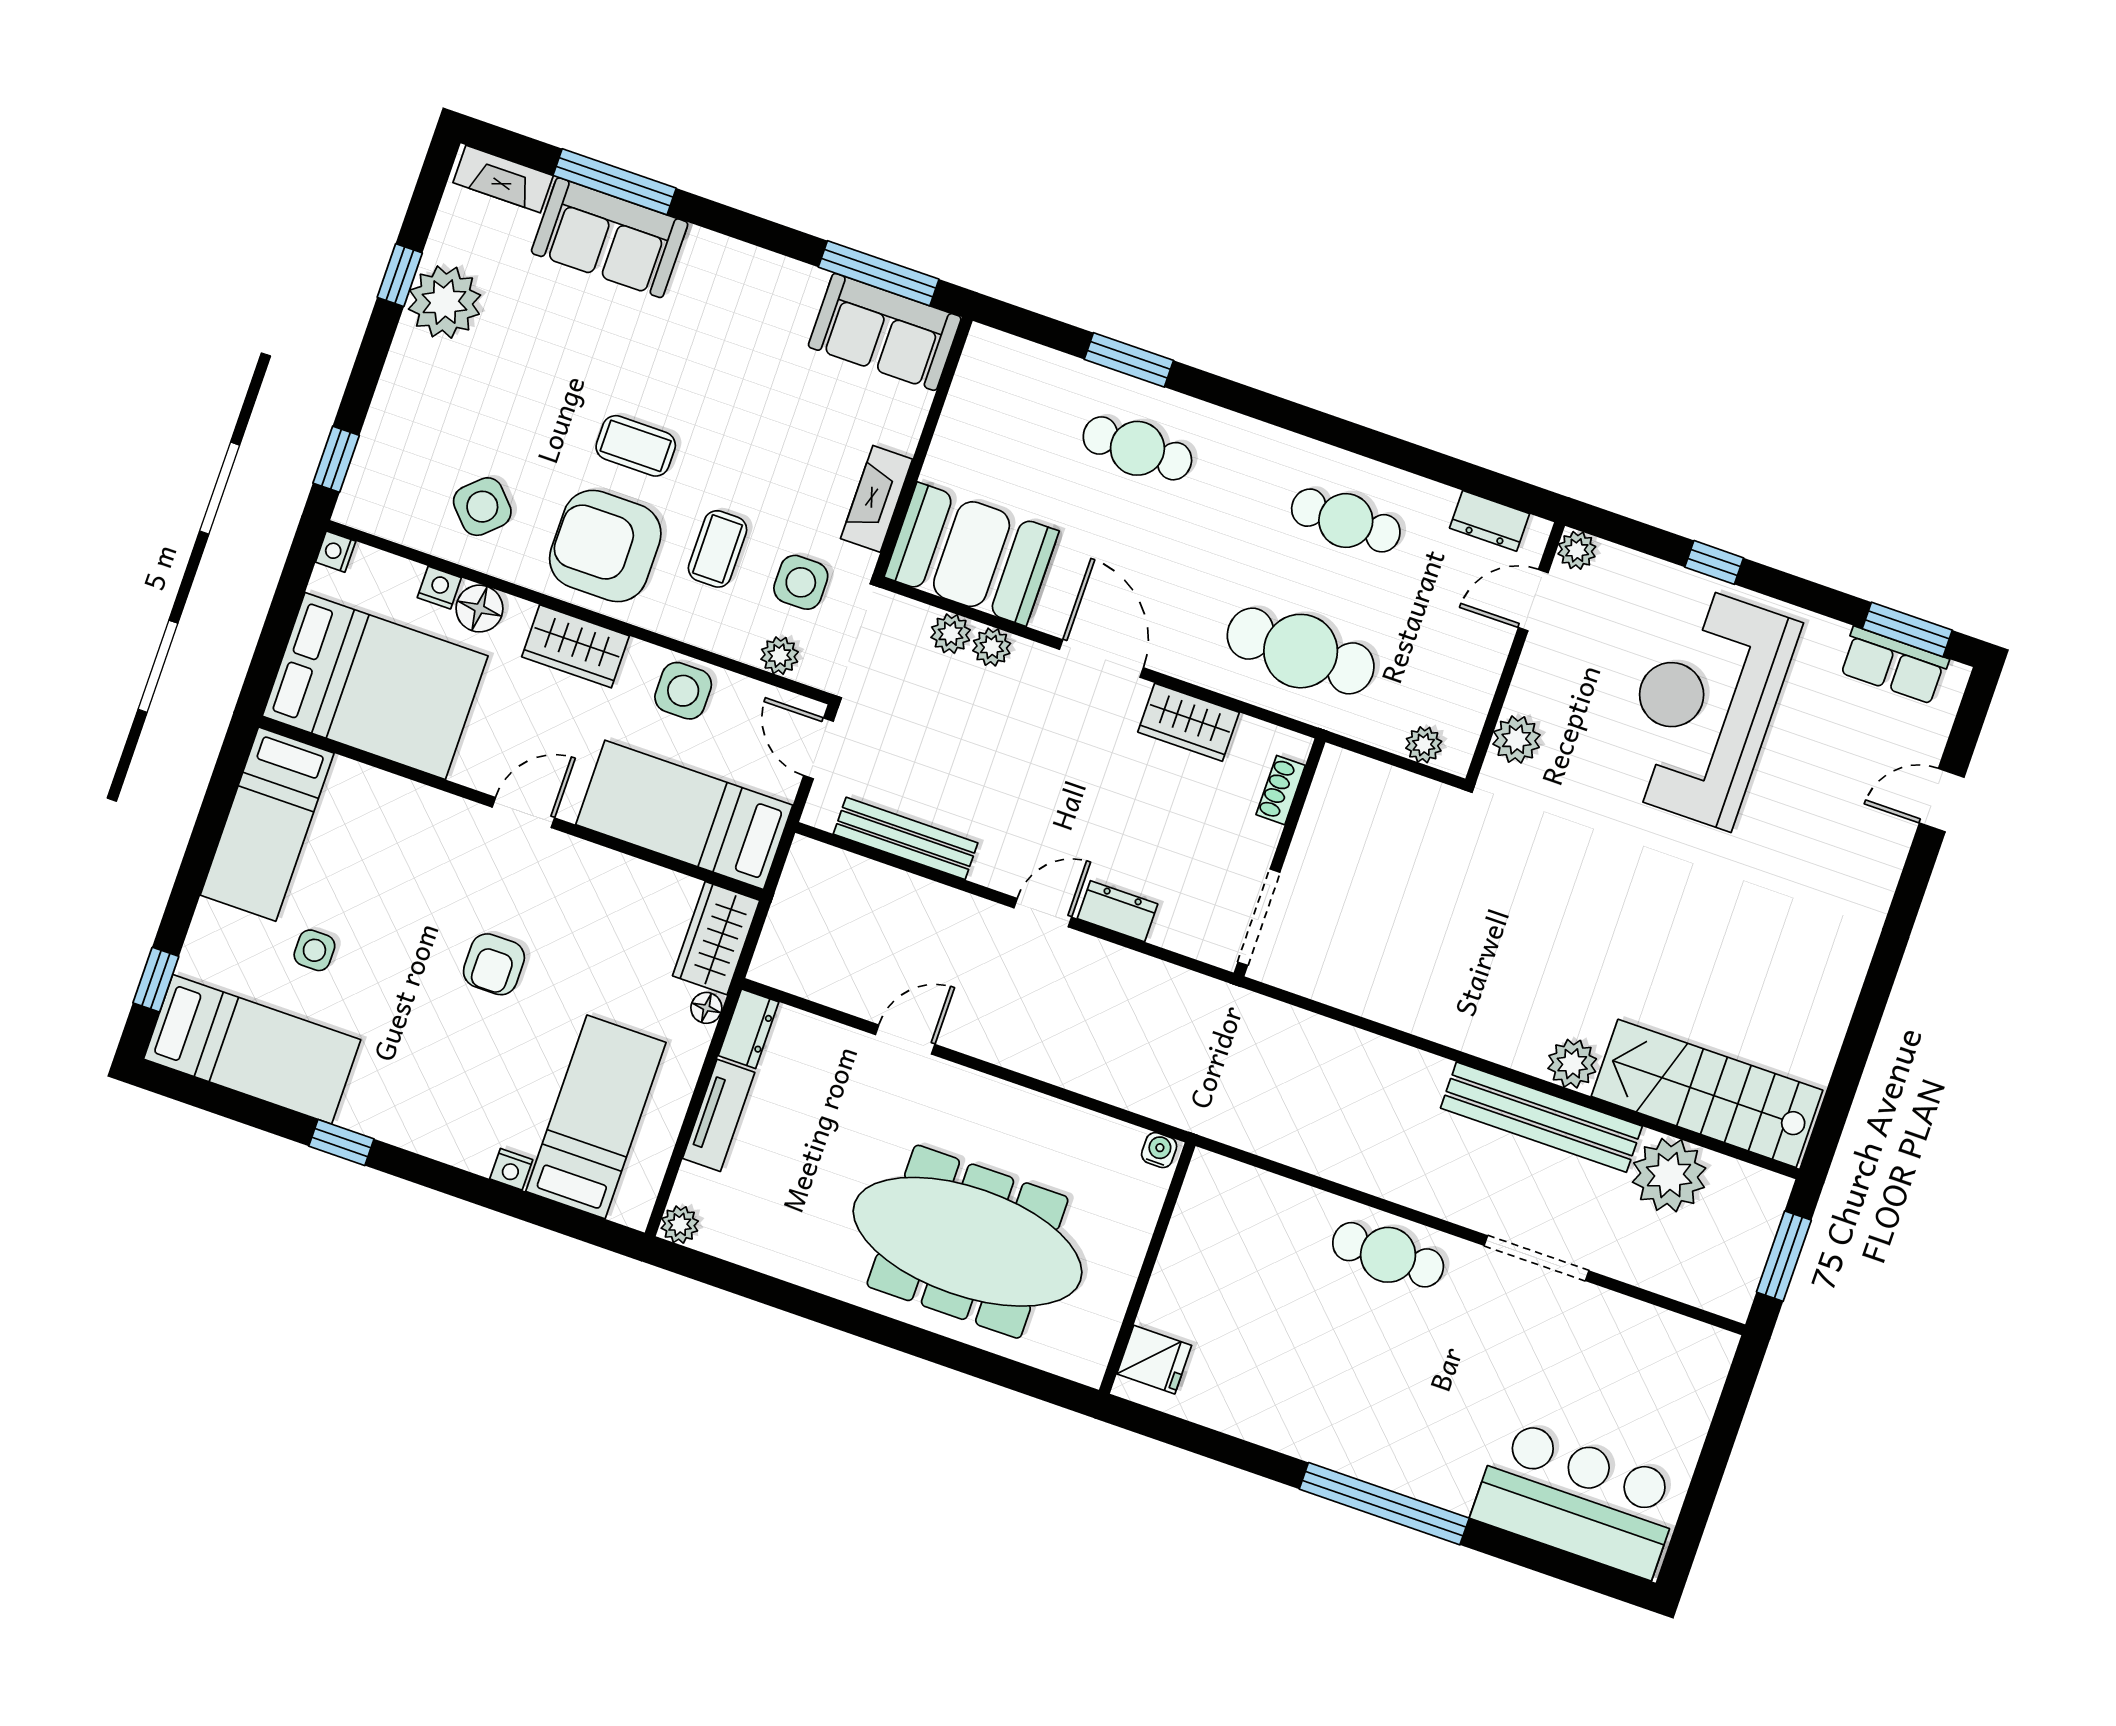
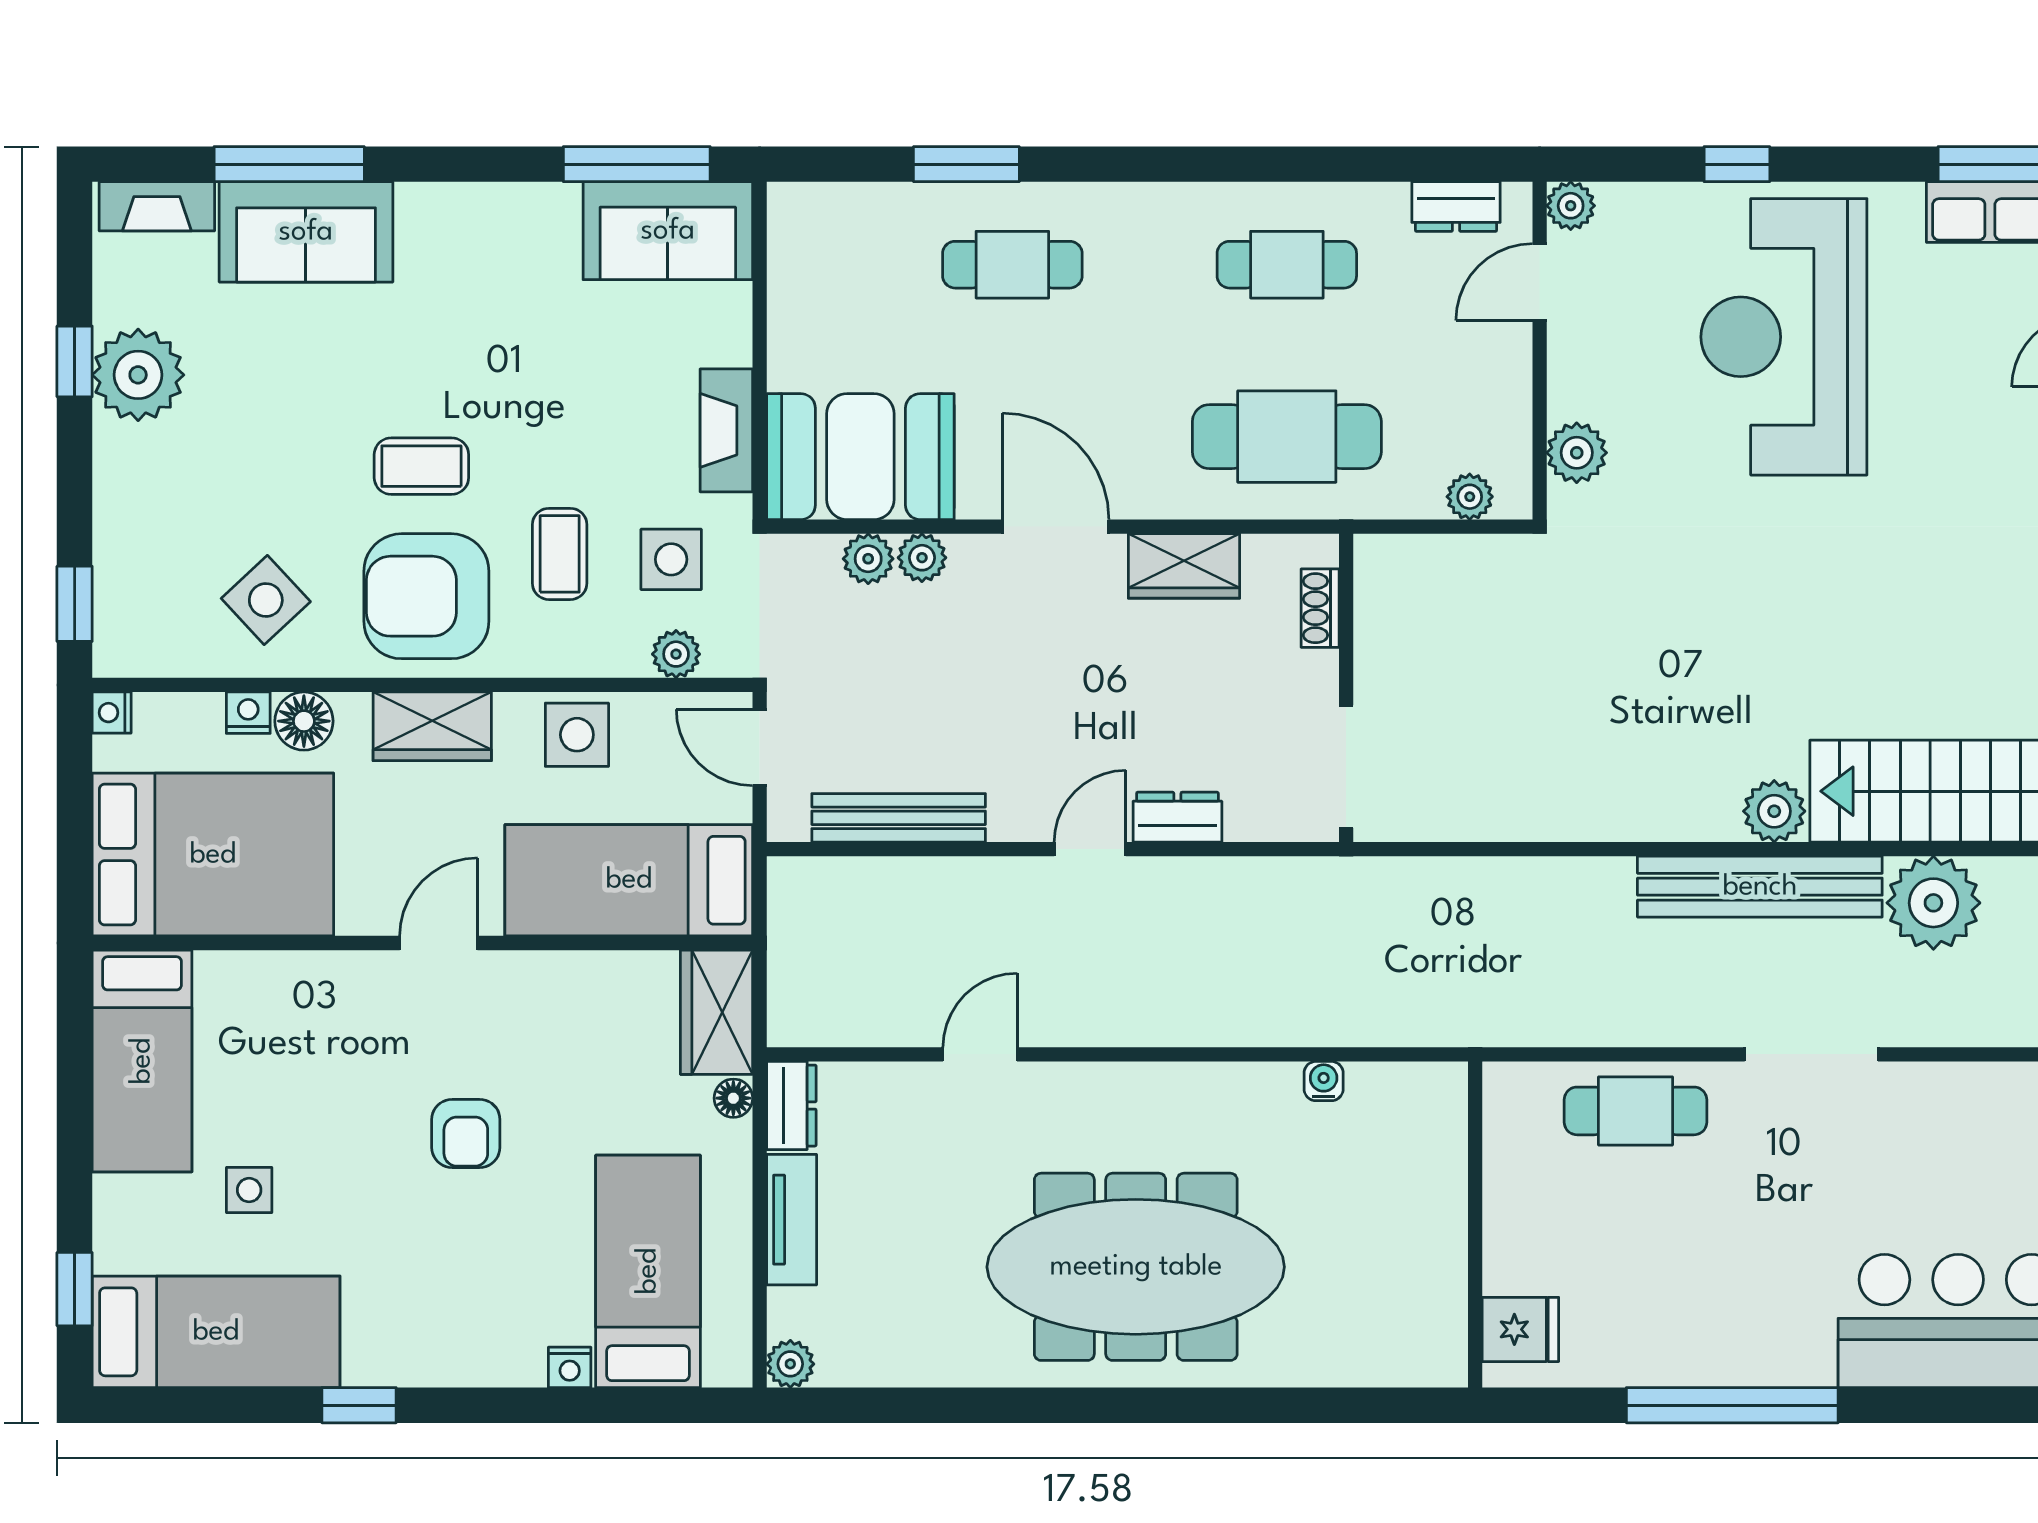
wall: (1147, 1268) -> (1475, 1225), moved
fridge: (1154, 1360) -> (1520, 1329), moved

